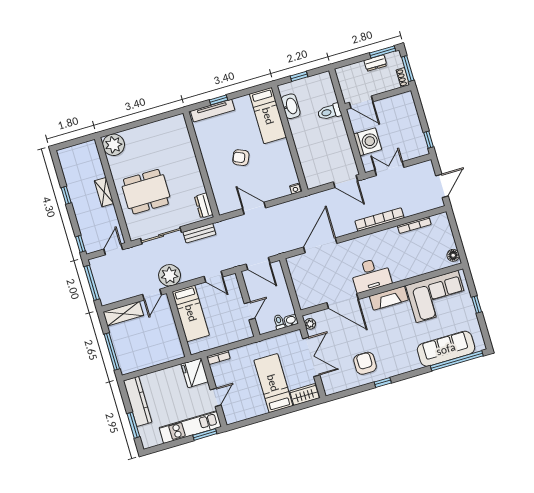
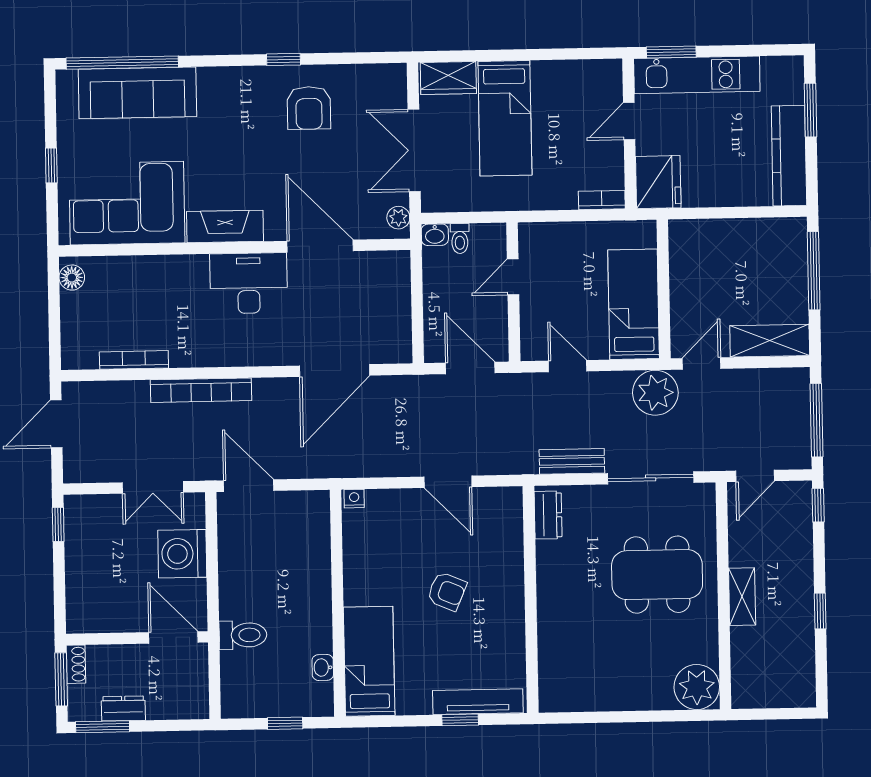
washbasin: (291, 106) -> (323, 667), width x0.52, depth x0.69

